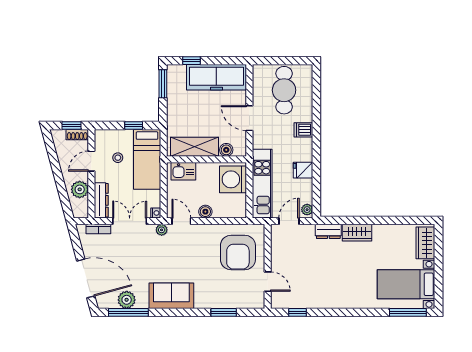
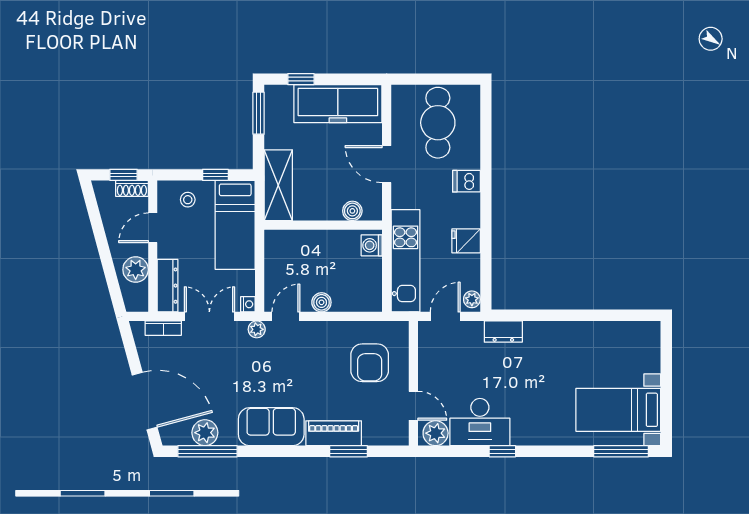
shelving: (195, 147) -> (278, 185), moved, turned 90
stool: (118, 158) -> (188, 200), moved
kitchen sink: (183, 171) -> (289, 243), removed
washing machine: (233, 179) -> (372, 245), width x0.53, depth x0.53
door: (181, 221) -> (286, 316), hinge flipped
wardrobe: (357, 233) -> (546, 333), removed
wardrobe: (425, 243) -> (647, 349), removed
armchair: (238, 252) -> (370, 363), width x0.73, depth x0.73
desk: (312, 293) -> (480, 422), added
piano: (214, 300) -> (334, 433), added
plant: (282, 300) -> (436, 433), added
window: (298, 312) -> (502, 451), moved

